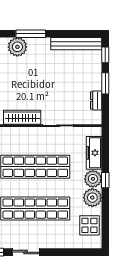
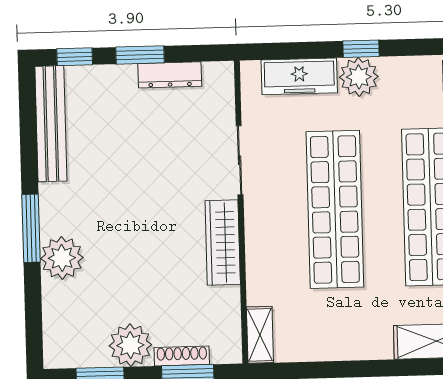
dresser: (96, 100) -> (170, 75), width x1.44
plant: (92, 198) -> (402, 77), removed

